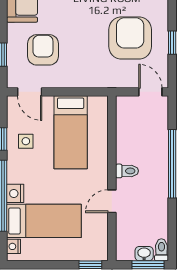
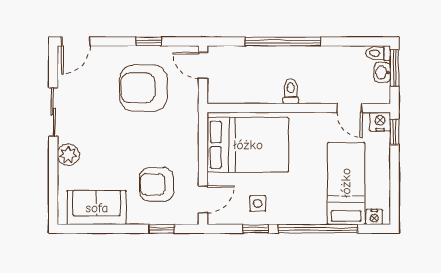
door: (150, 92) -> (203, 65), hinge flipped
bed: (71, 132) -> (248, 145), width x1.50
nightstand: (15, 193) -> (380, 122), moved, turned 180
door: (112, 201) -> (349, 108), moved

